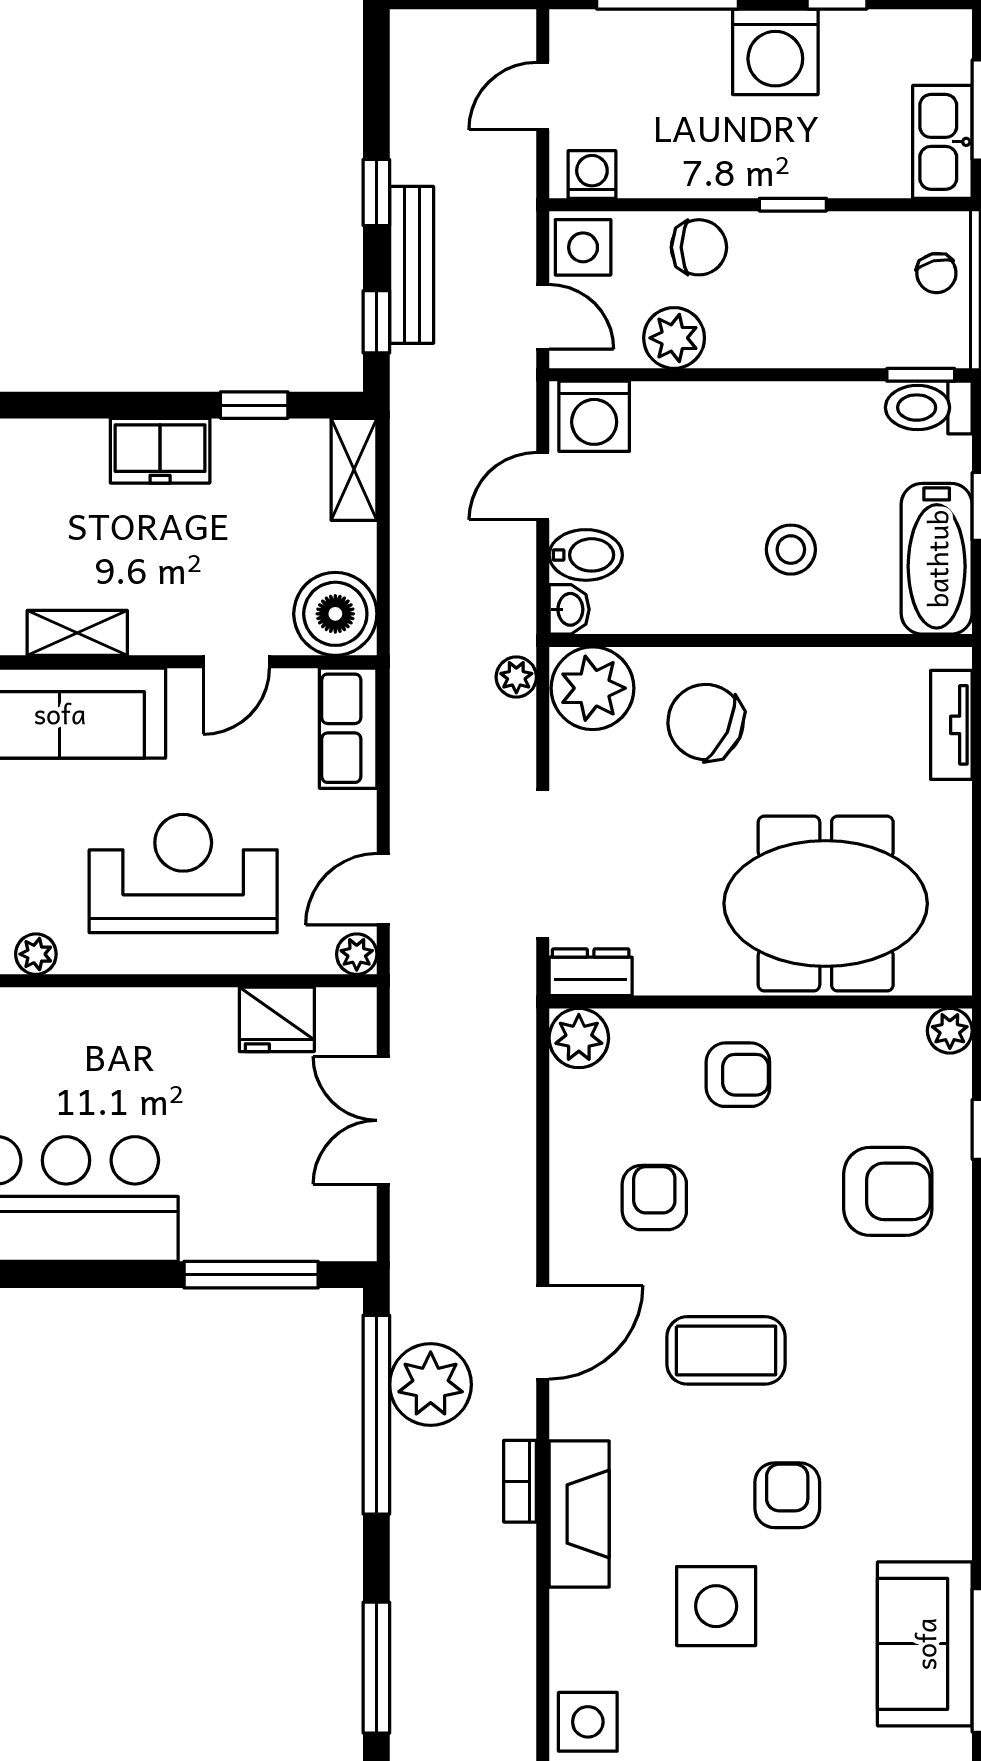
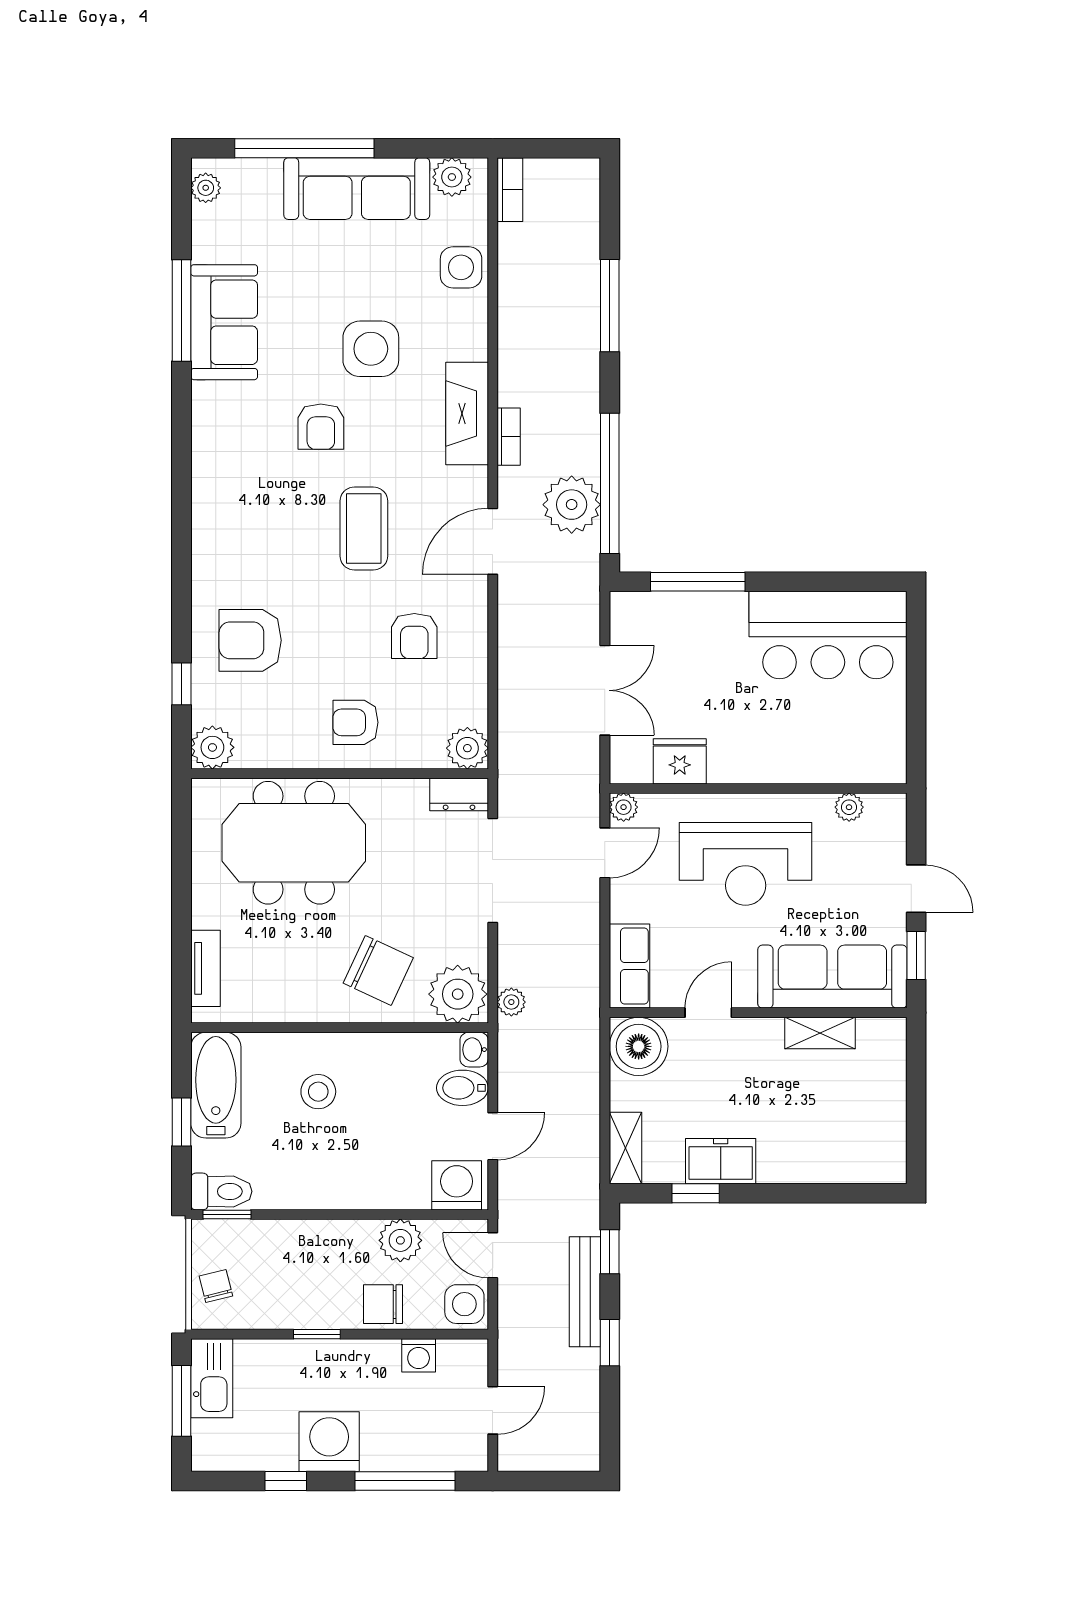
washing machine: (592, 174) -> (419, 1355), moved
freezer: (160, 451) -> (721, 1161), moved
plant: (950, 1031) -> (212, 747), width x1.38, depth x1.38
coffee table: (726, 1350) -> (364, 529), turned 90

